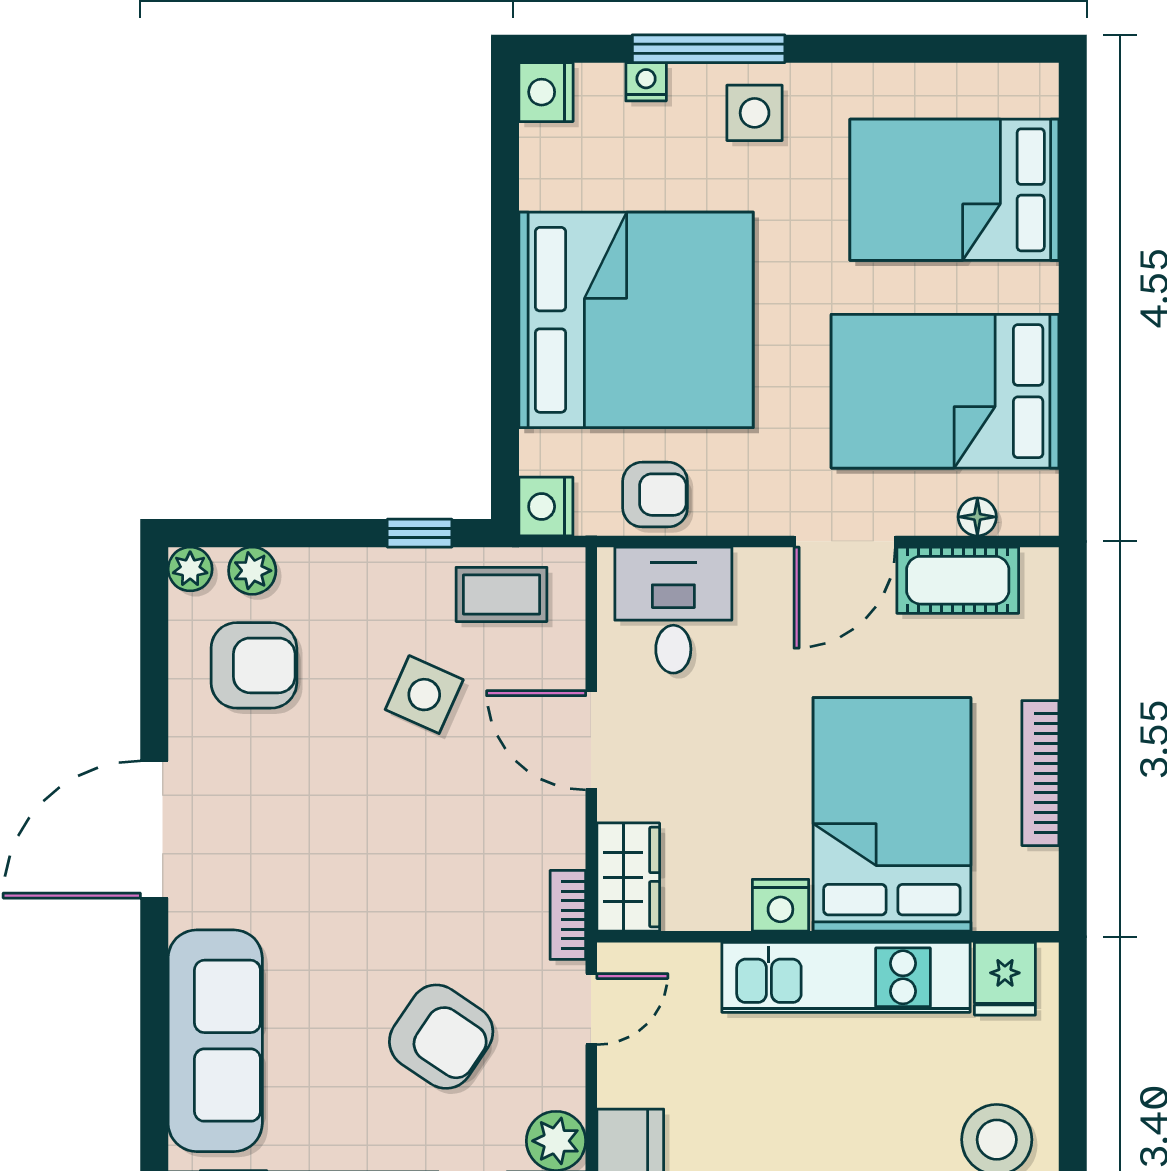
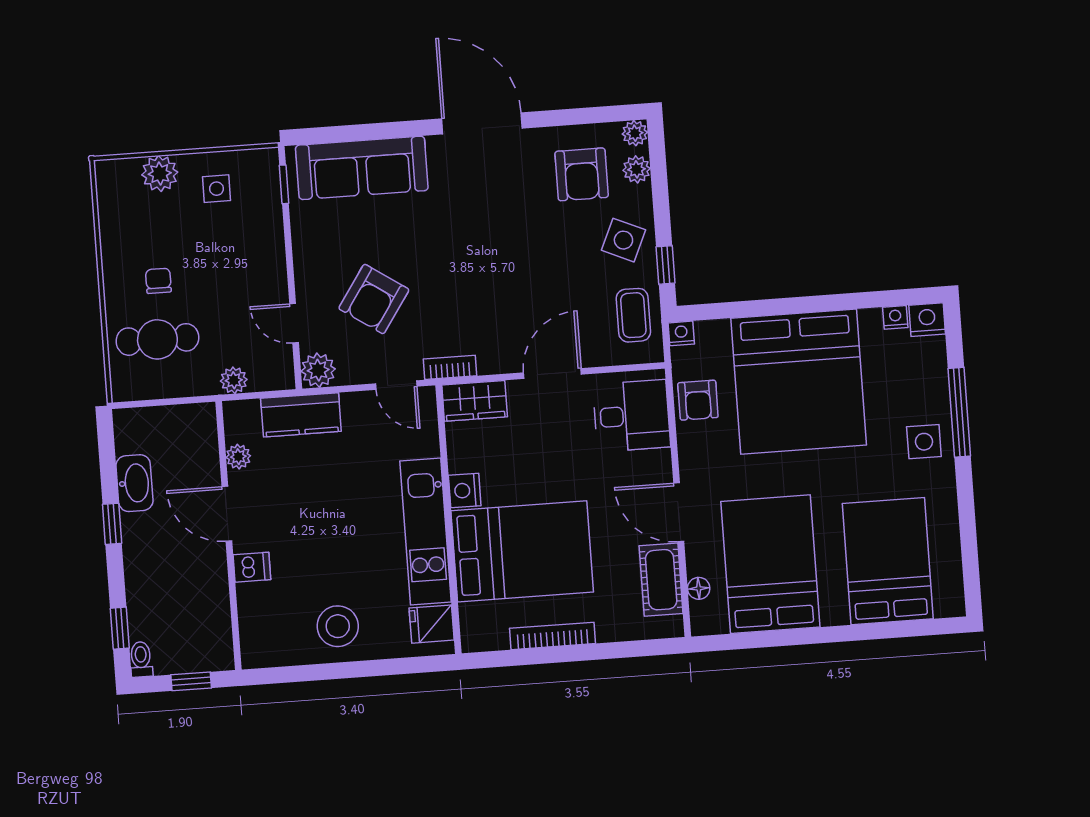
nightstand: (646, 82) -> (895, 317), moved, turned -90
nightstand: (546, 507) -> (681, 333), width x0.72, depth x0.74
side table: (424, 695) -> (623, 240), moved

